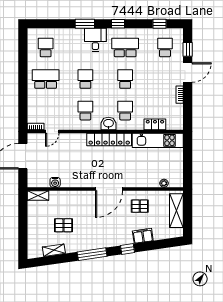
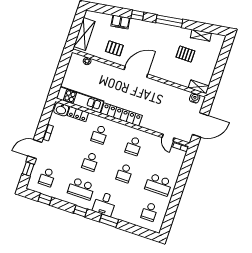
washbasin: (108, 124) -> (61, 109), moved
door: (52, 132) -> (168, 138), swing flipped
water cooler: (55, 182) -> (195, 98), moved

